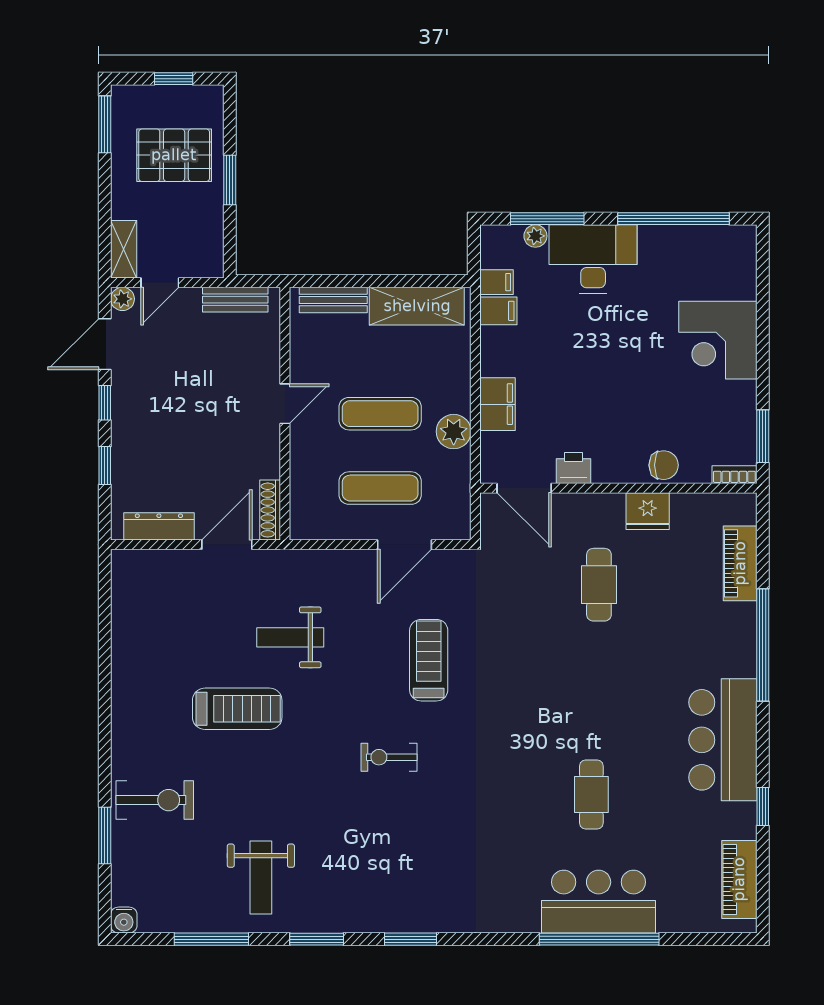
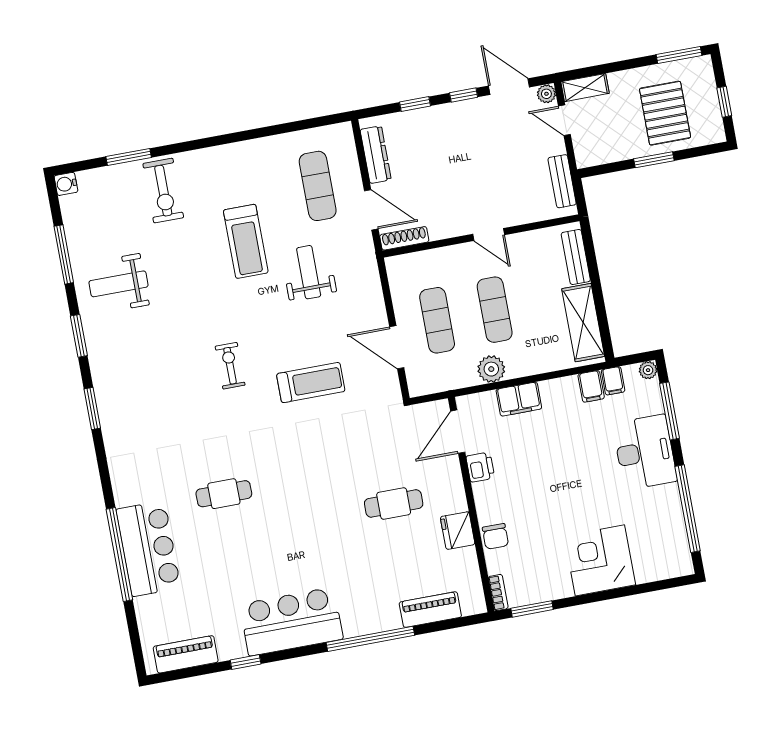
plant: (535, 236) -> (648, 370), moved
exercise mat: (185, 606) -> (318, 186), added
cafe table: (591, 794) -> (224, 494), moved

